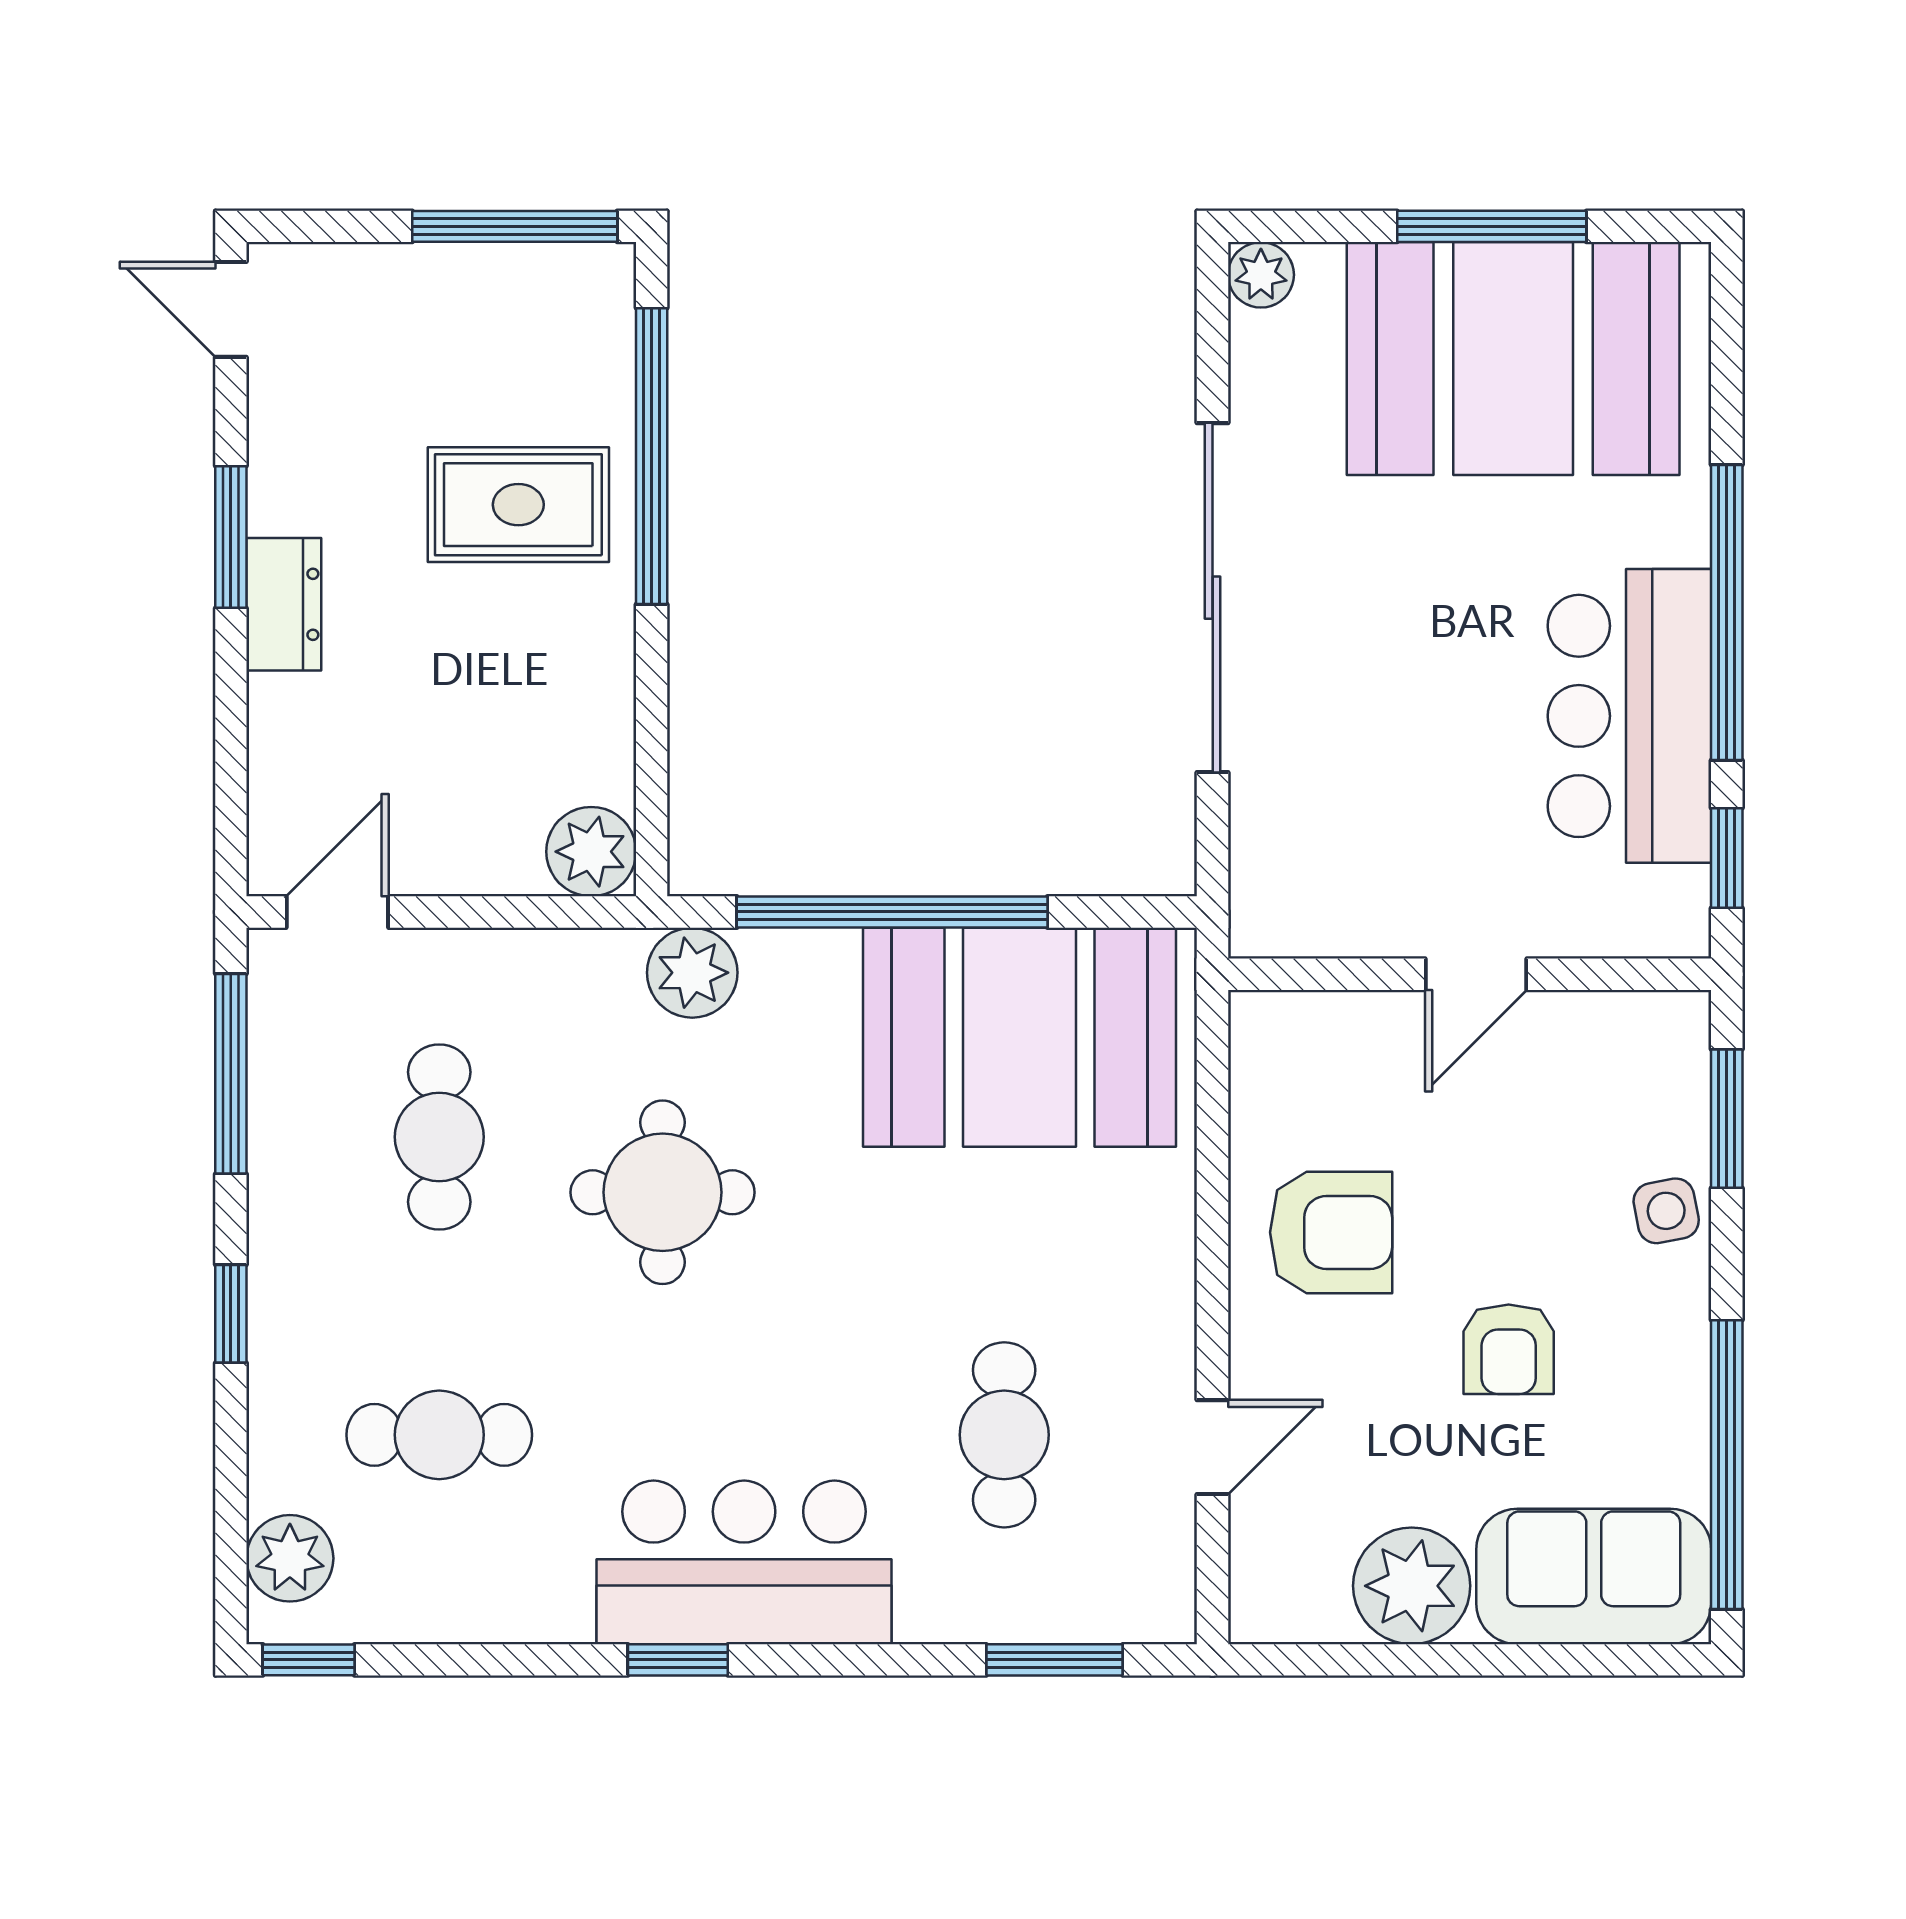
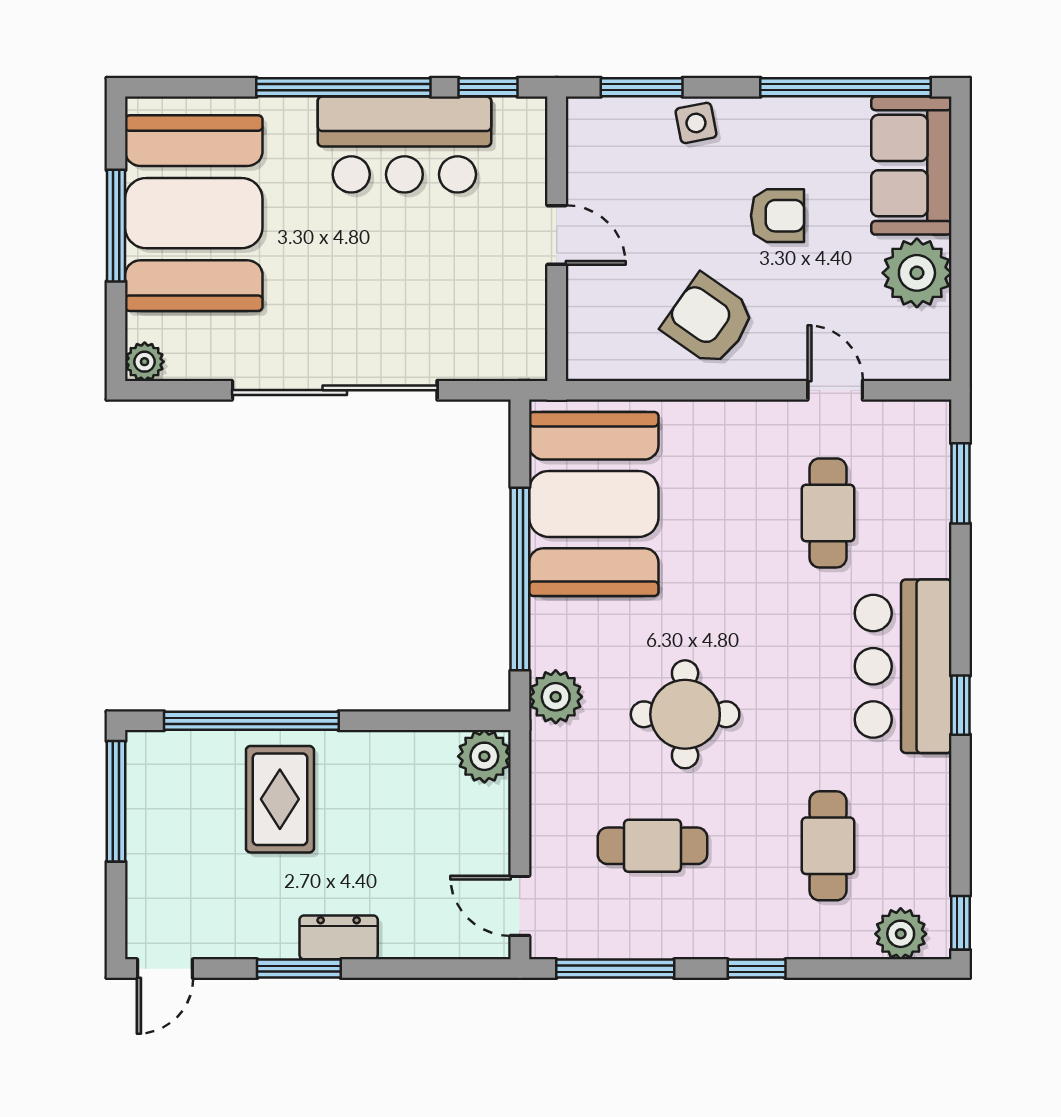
armchair: (1331, 1232) -> (709, 320), turned -55
cafe table: (1004, 1435) -> (828, 513), turned 90

